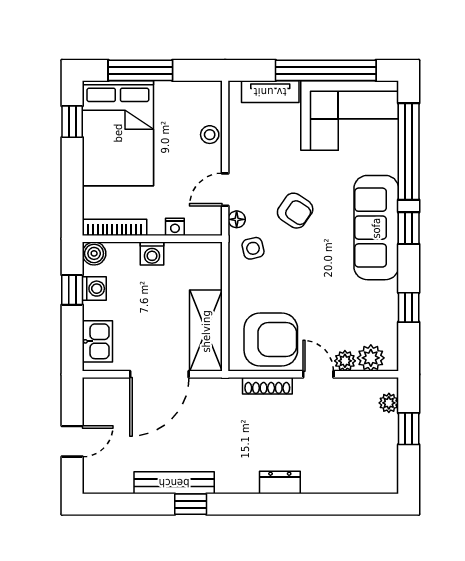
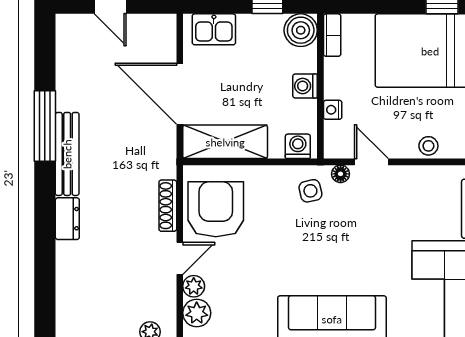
armchair: (295, 211) -> (350, 234), removed
bookcase: (115, 227) -> (332, 35), width x0.64
boiler: (94, 253) -> (301, 30), width x1.36, depth x1.36
washing machine: (94, 289) -> (298, 146), moved, turned 180
armchair: (271, 340) -> (216, 209), turned 180
bench: (174, 483) -> (67, 154), moved
window: (191, 504) -> (45, 126), width x2.17

